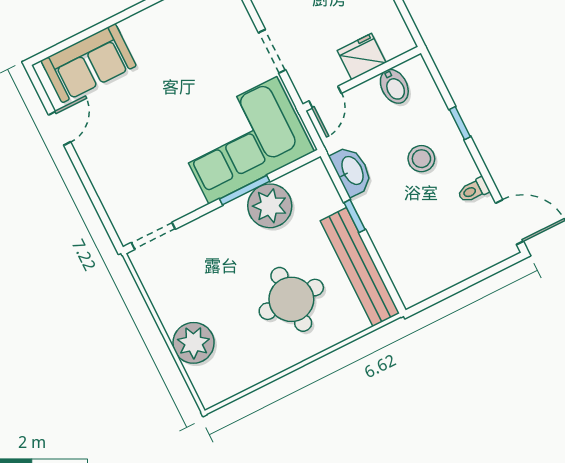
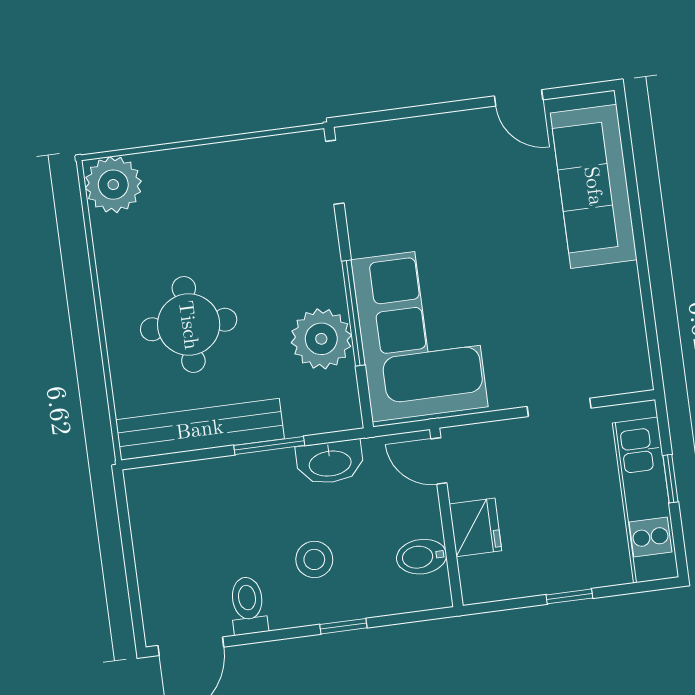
doorway: (272, 51) -> (559, 407), moved
sofa: (89, 63) -> (594, 186), width x1.36
window: (245, 190) -> (353, 313), width x1.44
toilet: (473, 190) -> (248, 605), width x1.37, depth x1.39
window: (355, 216) -> (269, 445), width x1.50
plant: (194, 343) -> (113, 185), moved

